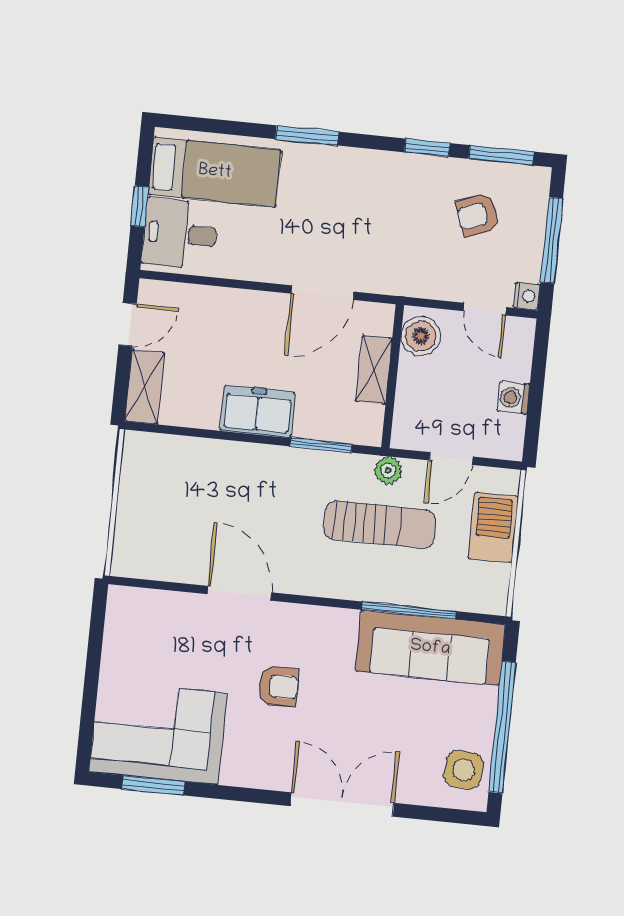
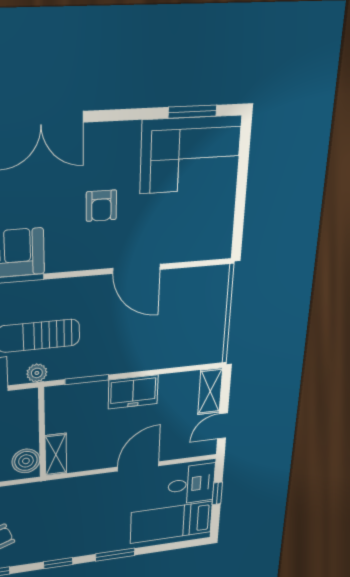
window: (427, 148) -> (58, 563), moved
door: (322, 293) -> (138, 466), moved
shelving: (374, 370) -> (56, 455), moved
armchair: (278, 686) -> (101, 206), turned -90

